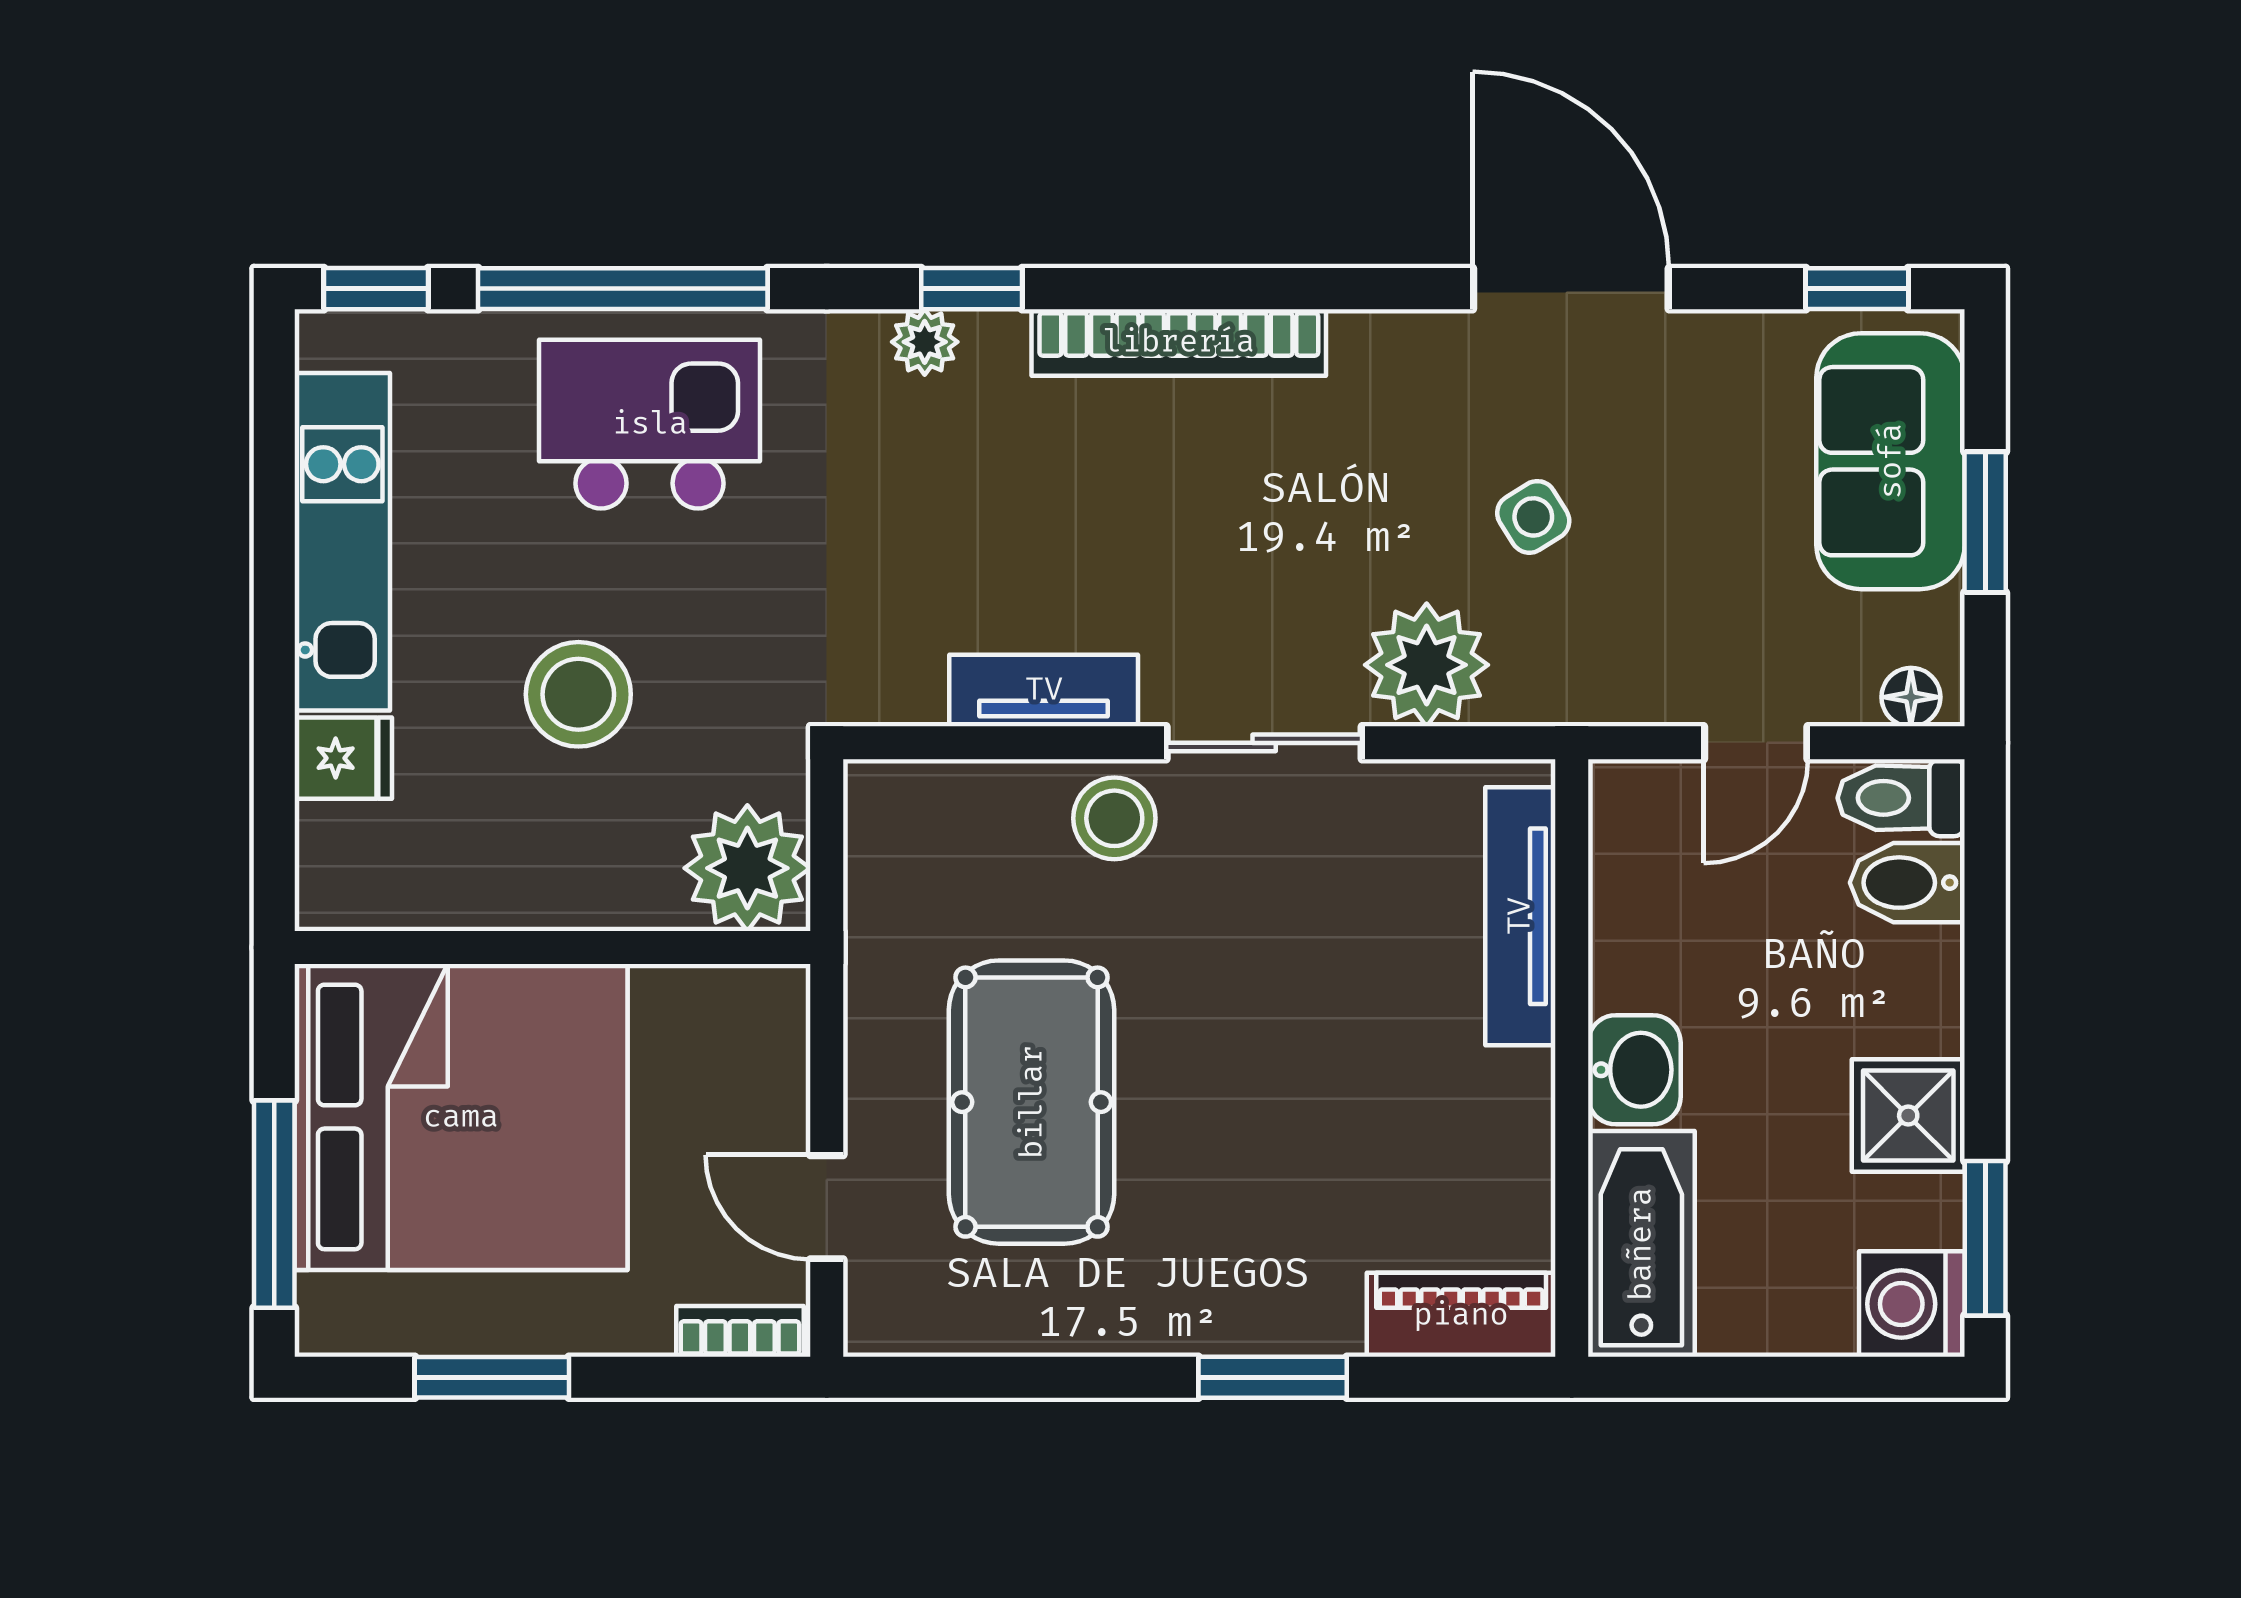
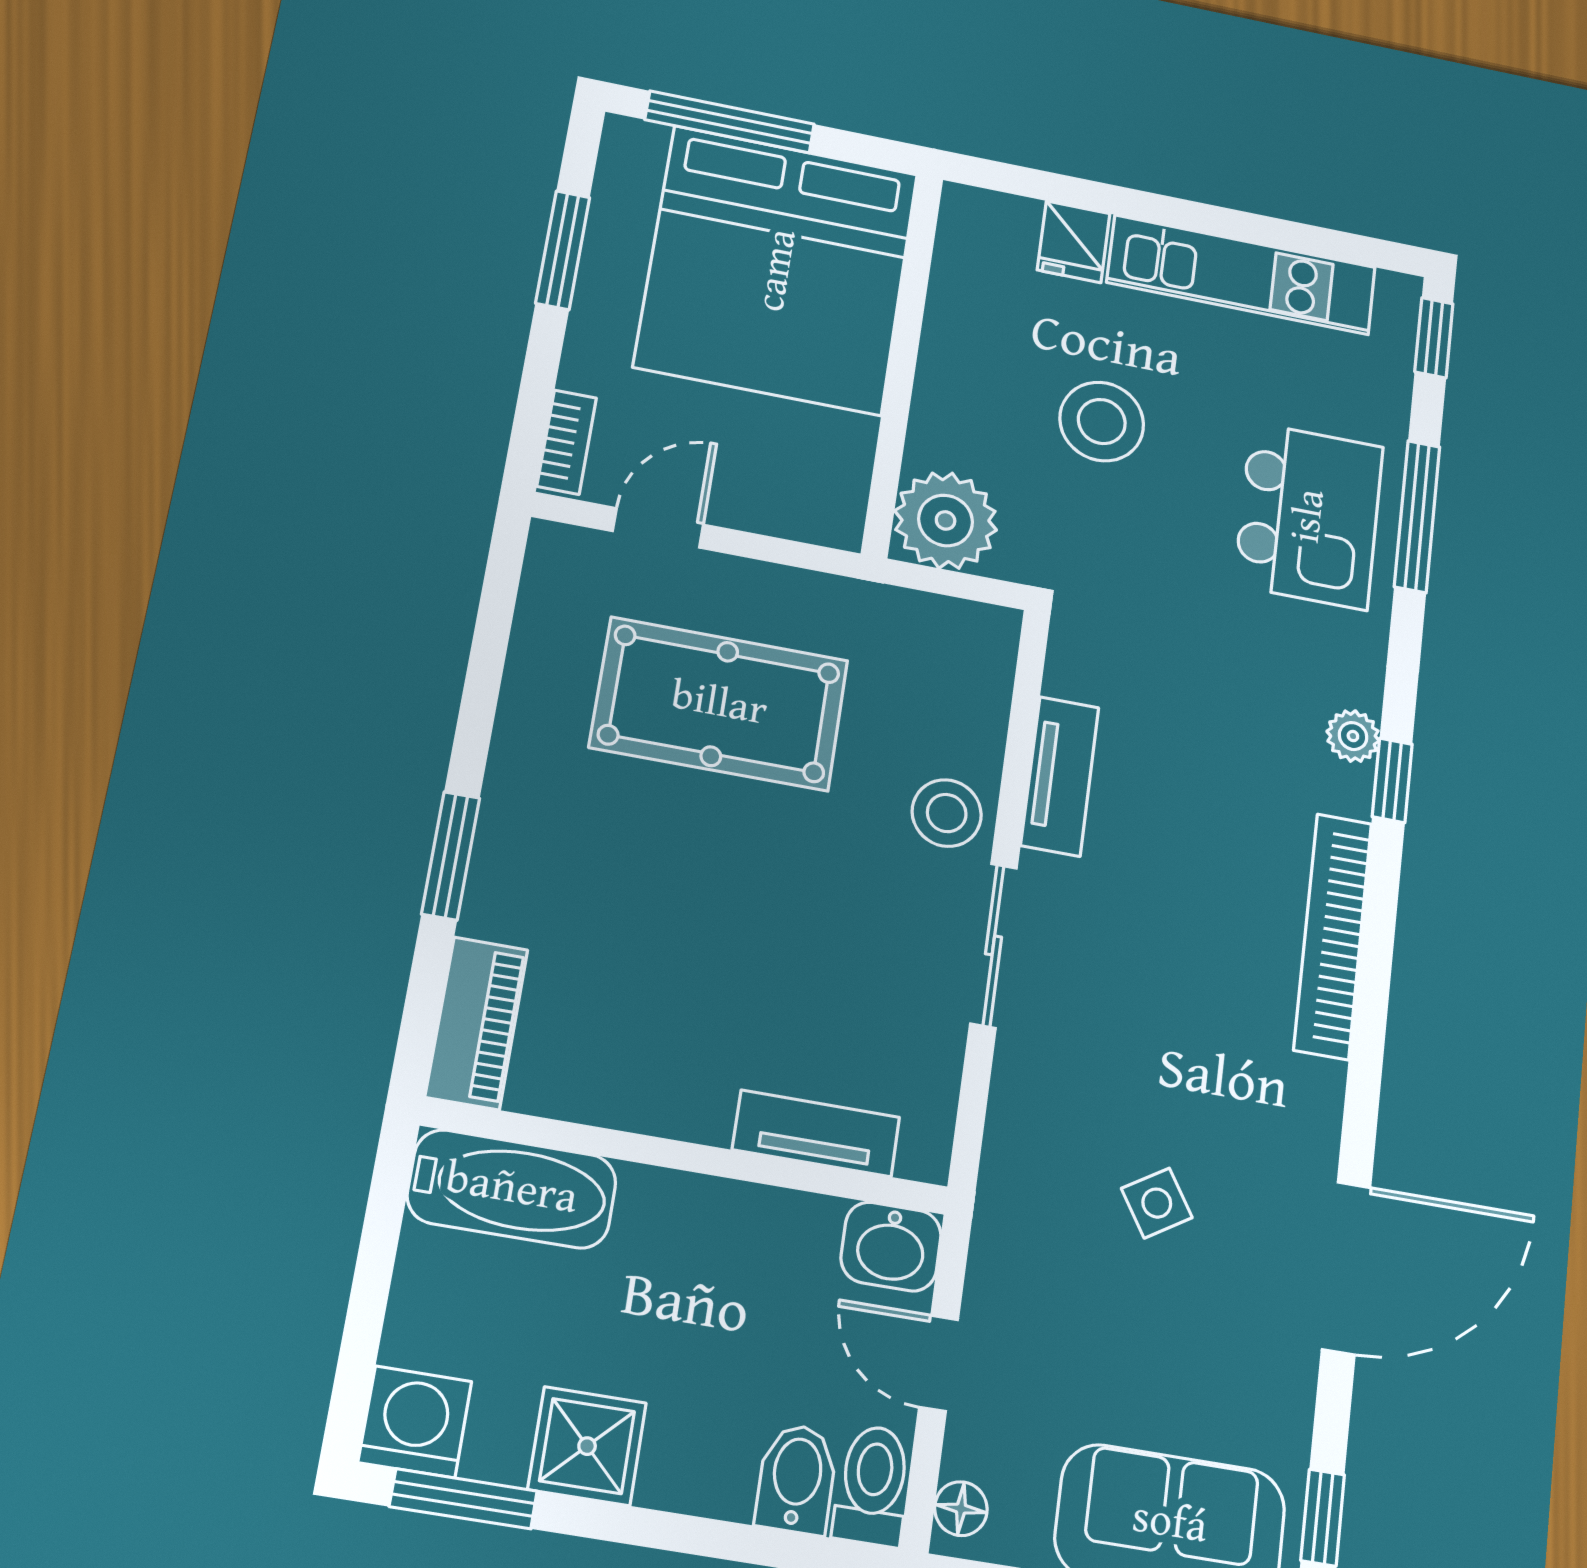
window: (623, 289) -> (1417, 516), width x0.68
plant: (1427, 665) -> (1042, 1091), removed
tv unit: (1520, 916) -> (816, 1133), width x0.71
washbasin: (1634, 1070) -> (891, 1247), moved

